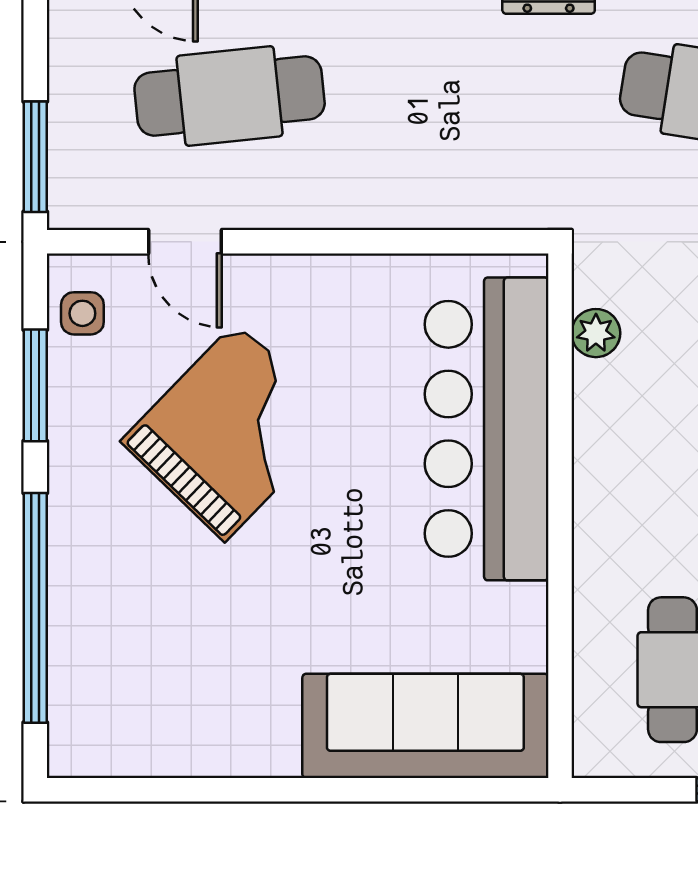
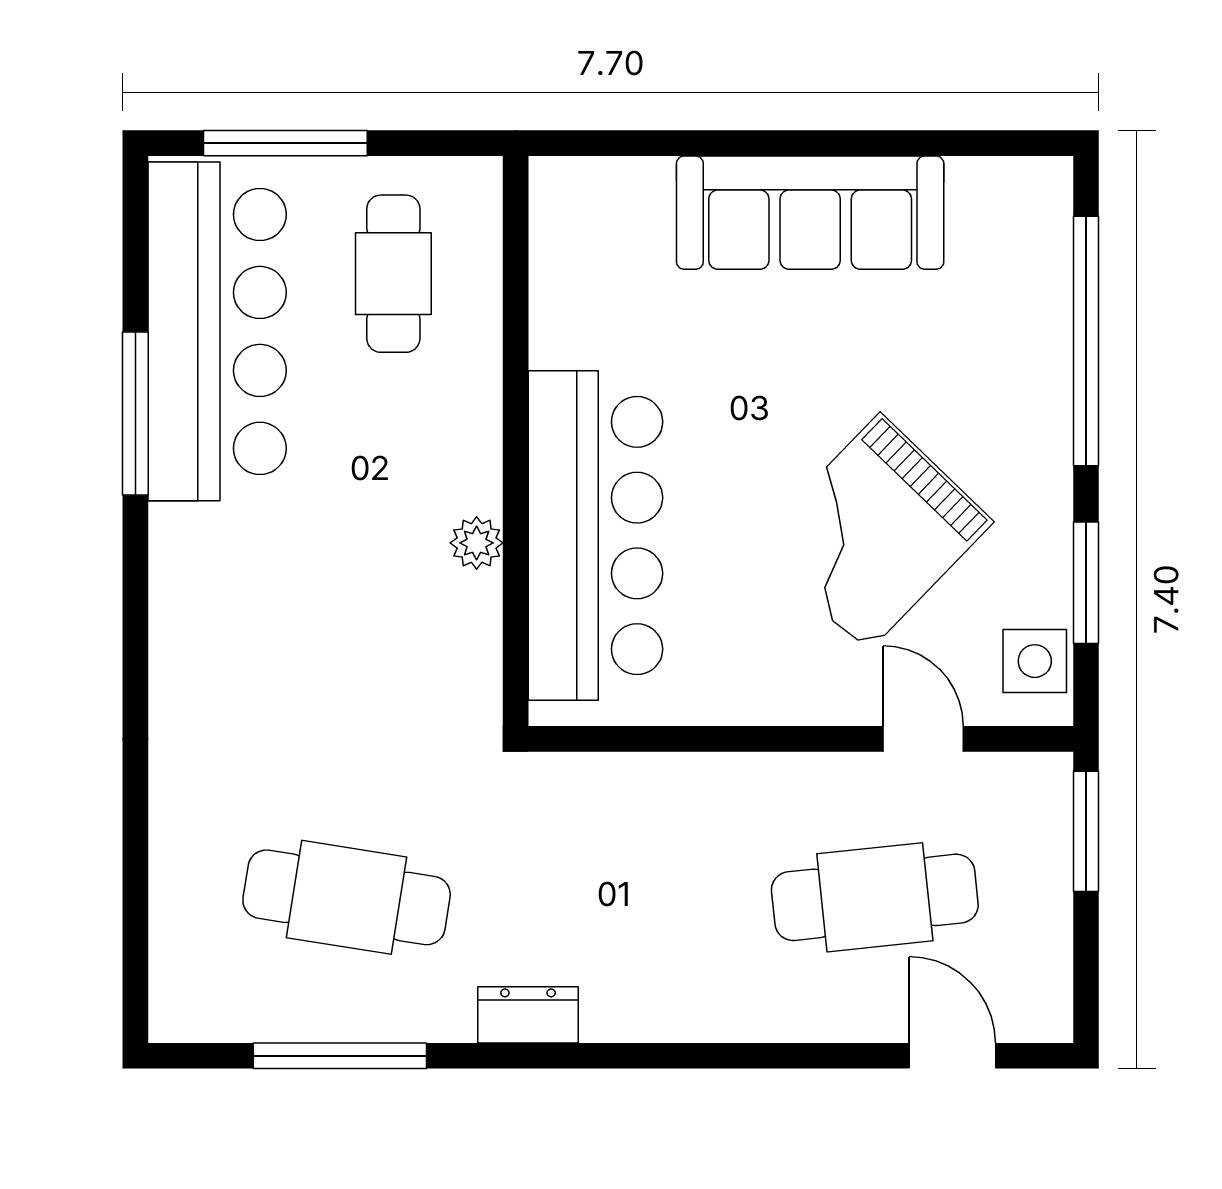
side table: (82, 313) -> (1035, 661), width x1.37, depth x1.37
plant: (596, 333) -> (477, 543), moved
sofa: (425, 726) -> (810, 213), moved

